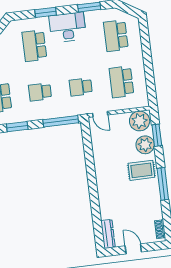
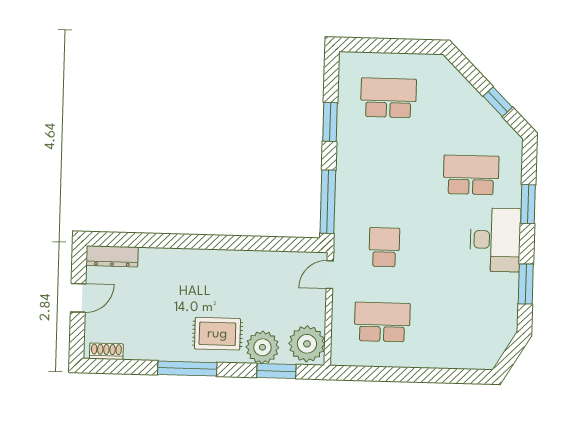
school desk: (116, 36) -> (467, 324), removed
school desk: (40, 92) -> (386, 173), removed
rug: (141, 170) -> (217, 334), turned 90

